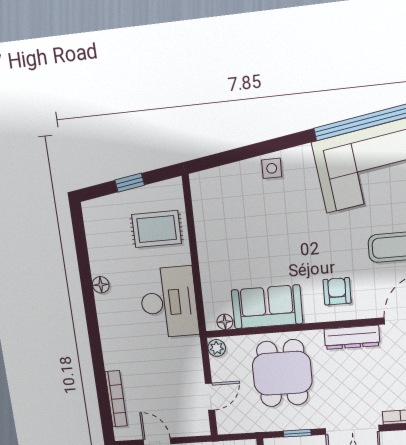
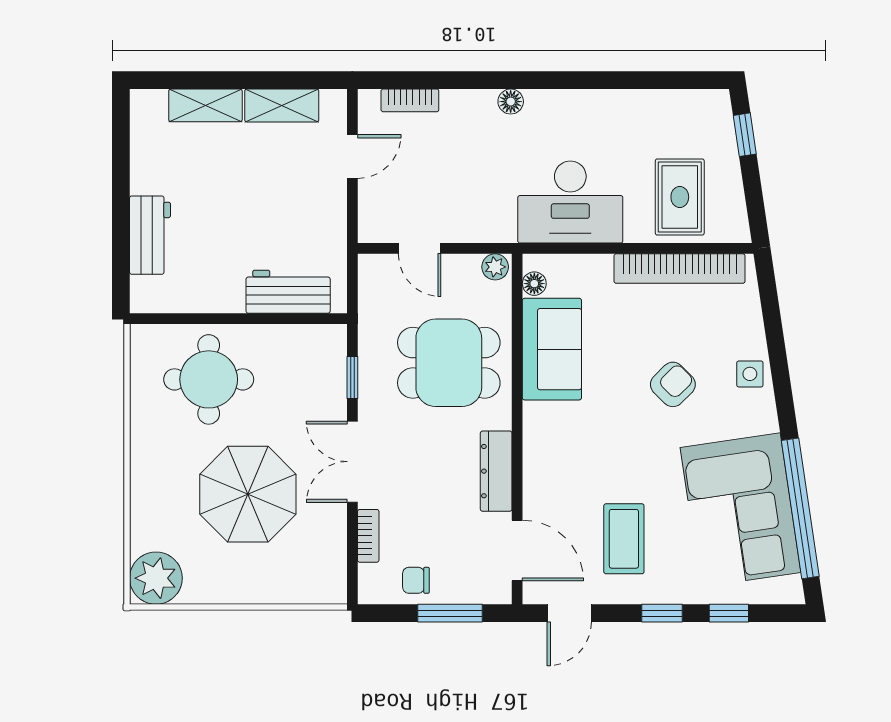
window: (130, 183) -> (745, 135), moved
bookcase: (204, 225) -> (680, 269), added
floor lamp: (101, 285) -> (511, 102), moved
armchair: (337, 291) -> (673, 384), moved, turned -45
bookcase: (116, 399) -> (410, 100), width x0.64

